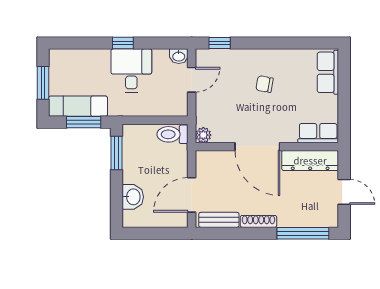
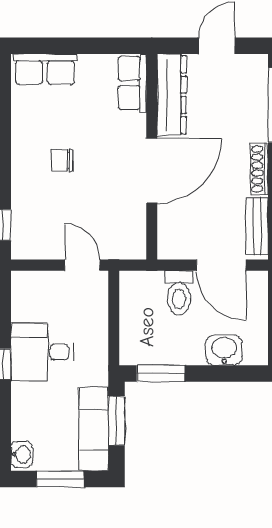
washbasin: (179, 56) -> (22, 454), moved
door: (192, 80) -> (82, 265), moved
chair: (265, 84) -> (62, 160), turned 80
toilet: (172, 134) -> (179, 293), moved
plant: (203, 135) -> (135, 248), removed

